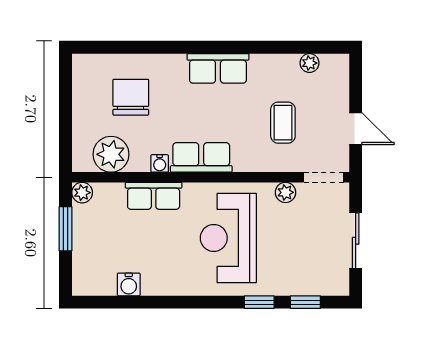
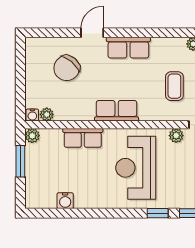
door: (167, 47) -> (92, 33), added
chair: (131, 97) -> (67, 68), turned -140
plant: (111, 154) -> (47, 114), width x0.53, depth x0.53
water cooler: (160, 163) -> (32, 115), moved

